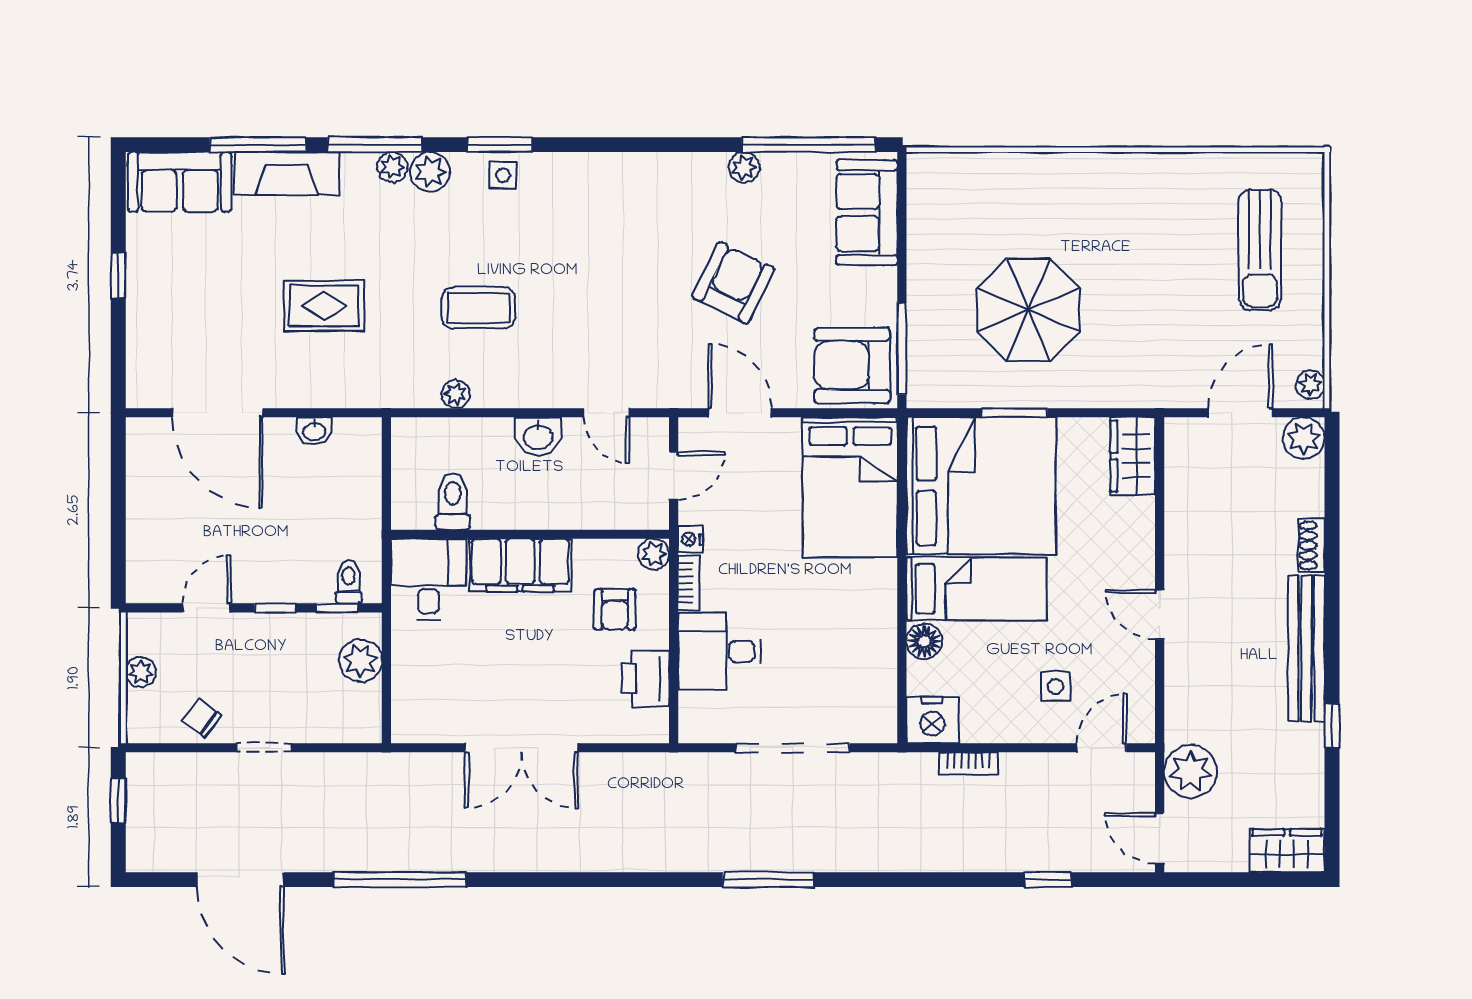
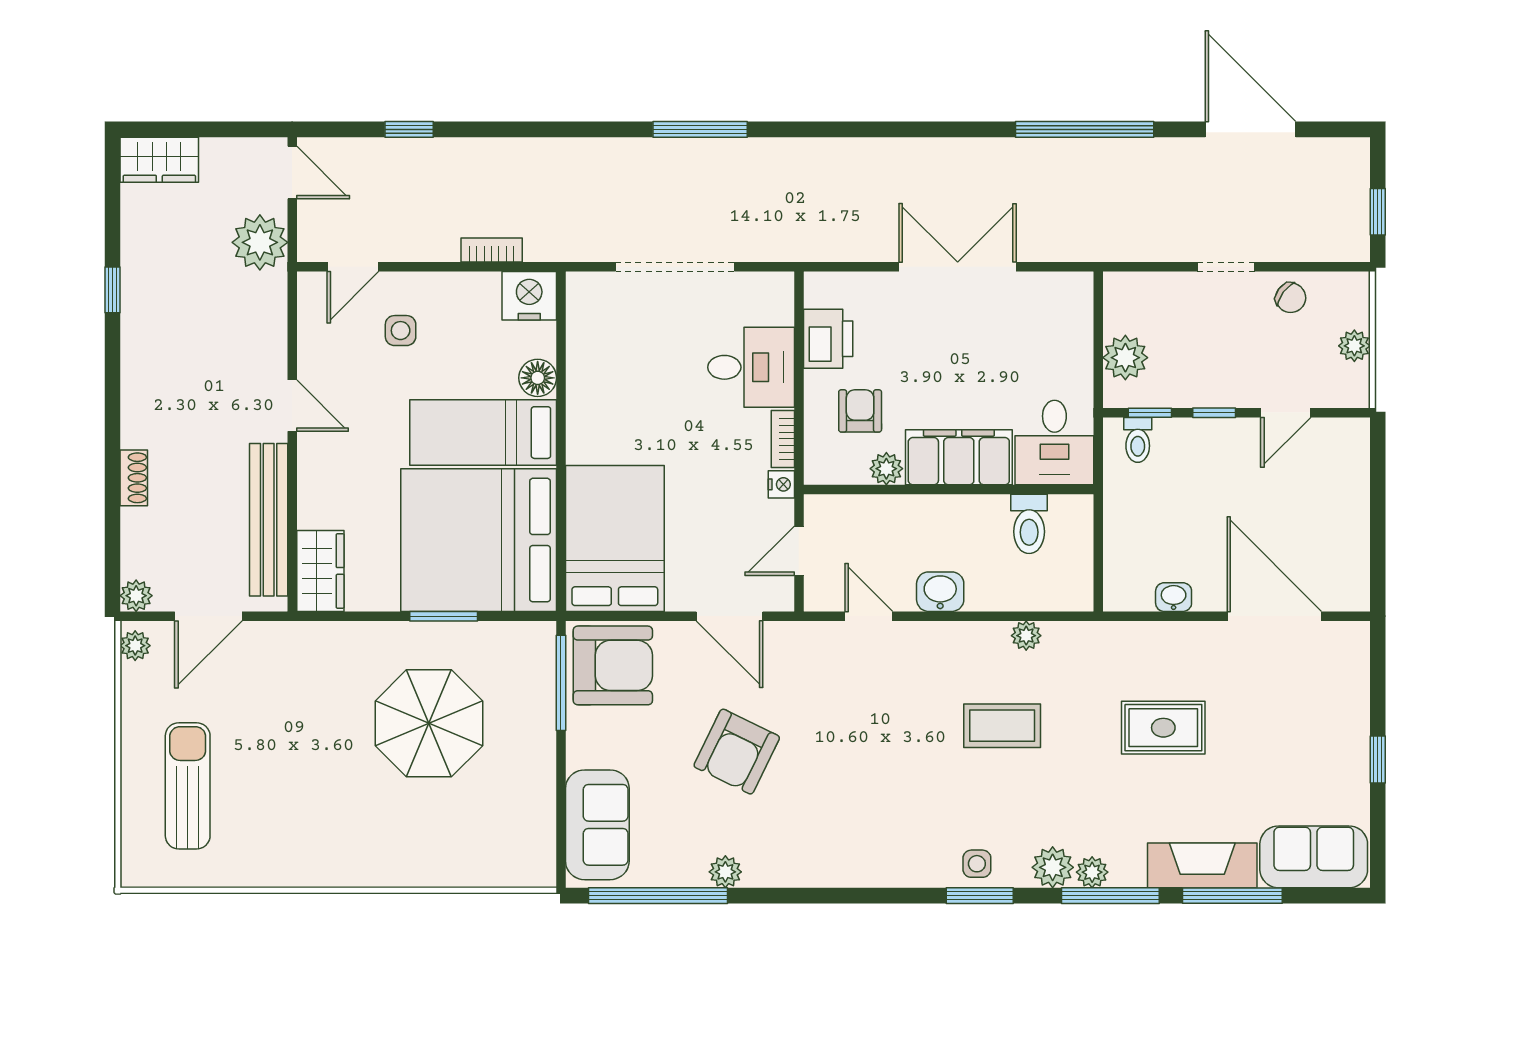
plant: (1304, 438) -> (136, 596), width x0.73, depth x0.73
plant: (654, 554) -> (886, 469), moved
bench: (1306, 648) -> (269, 520), moved

